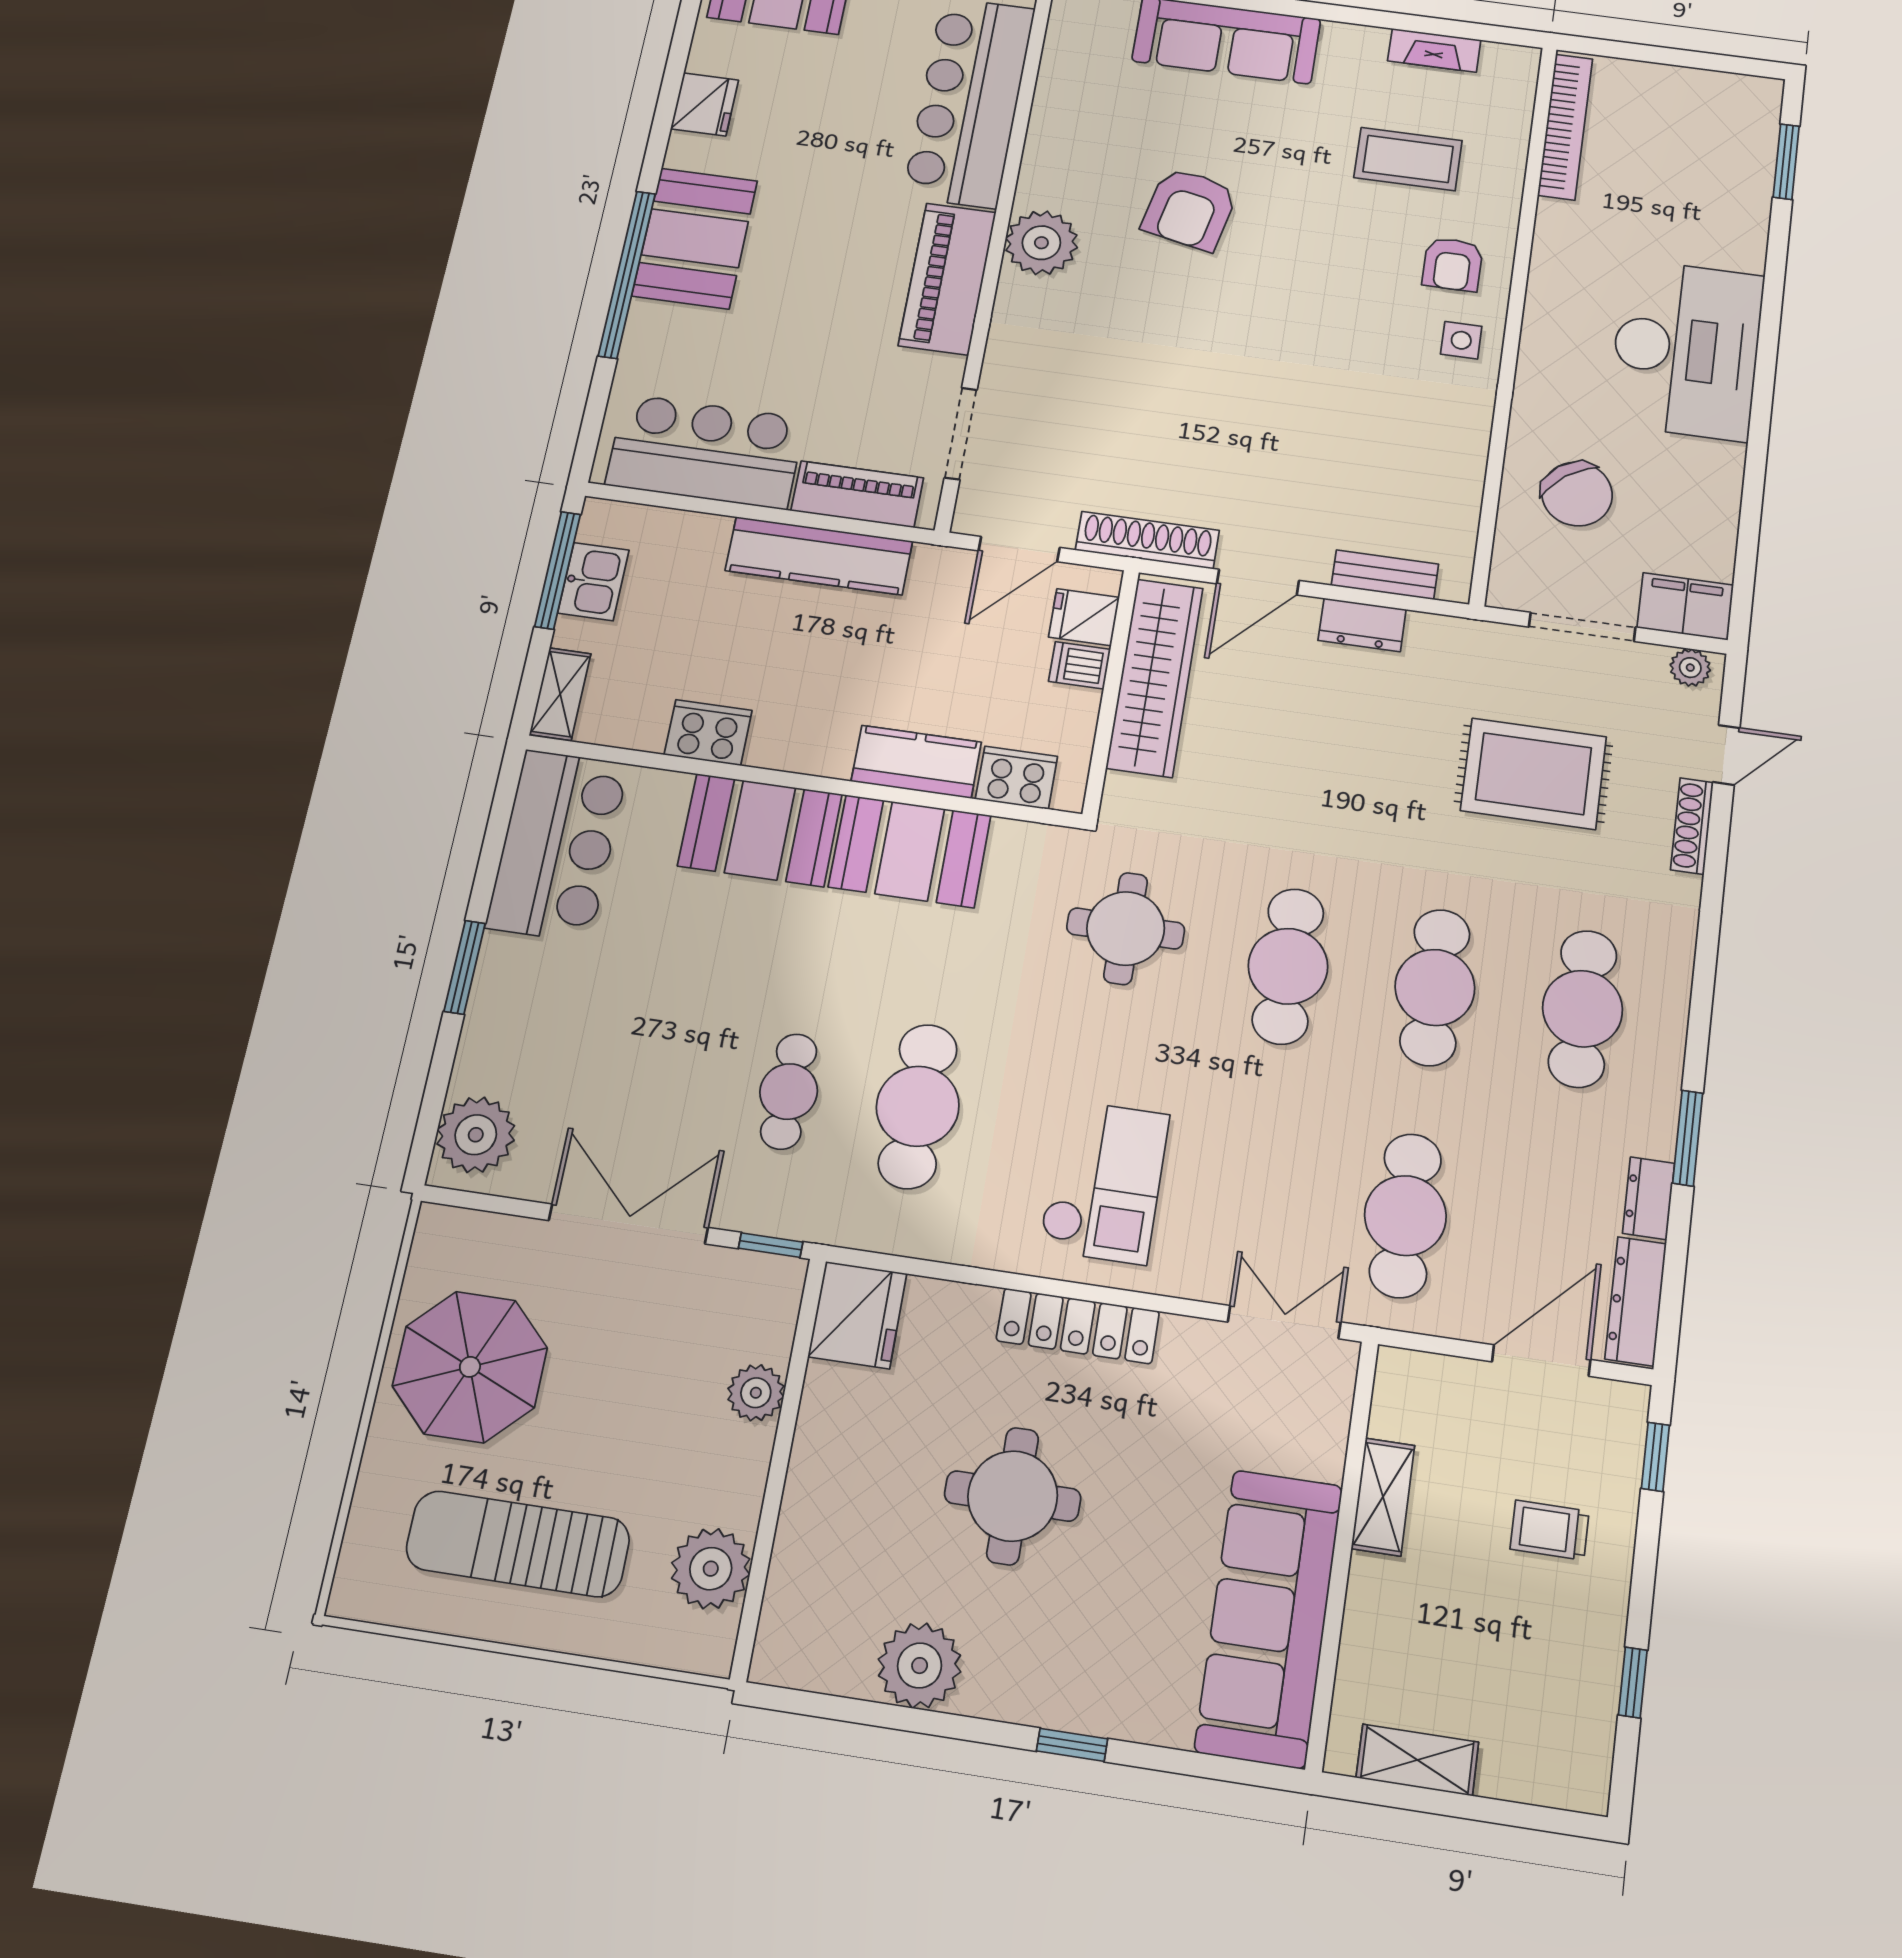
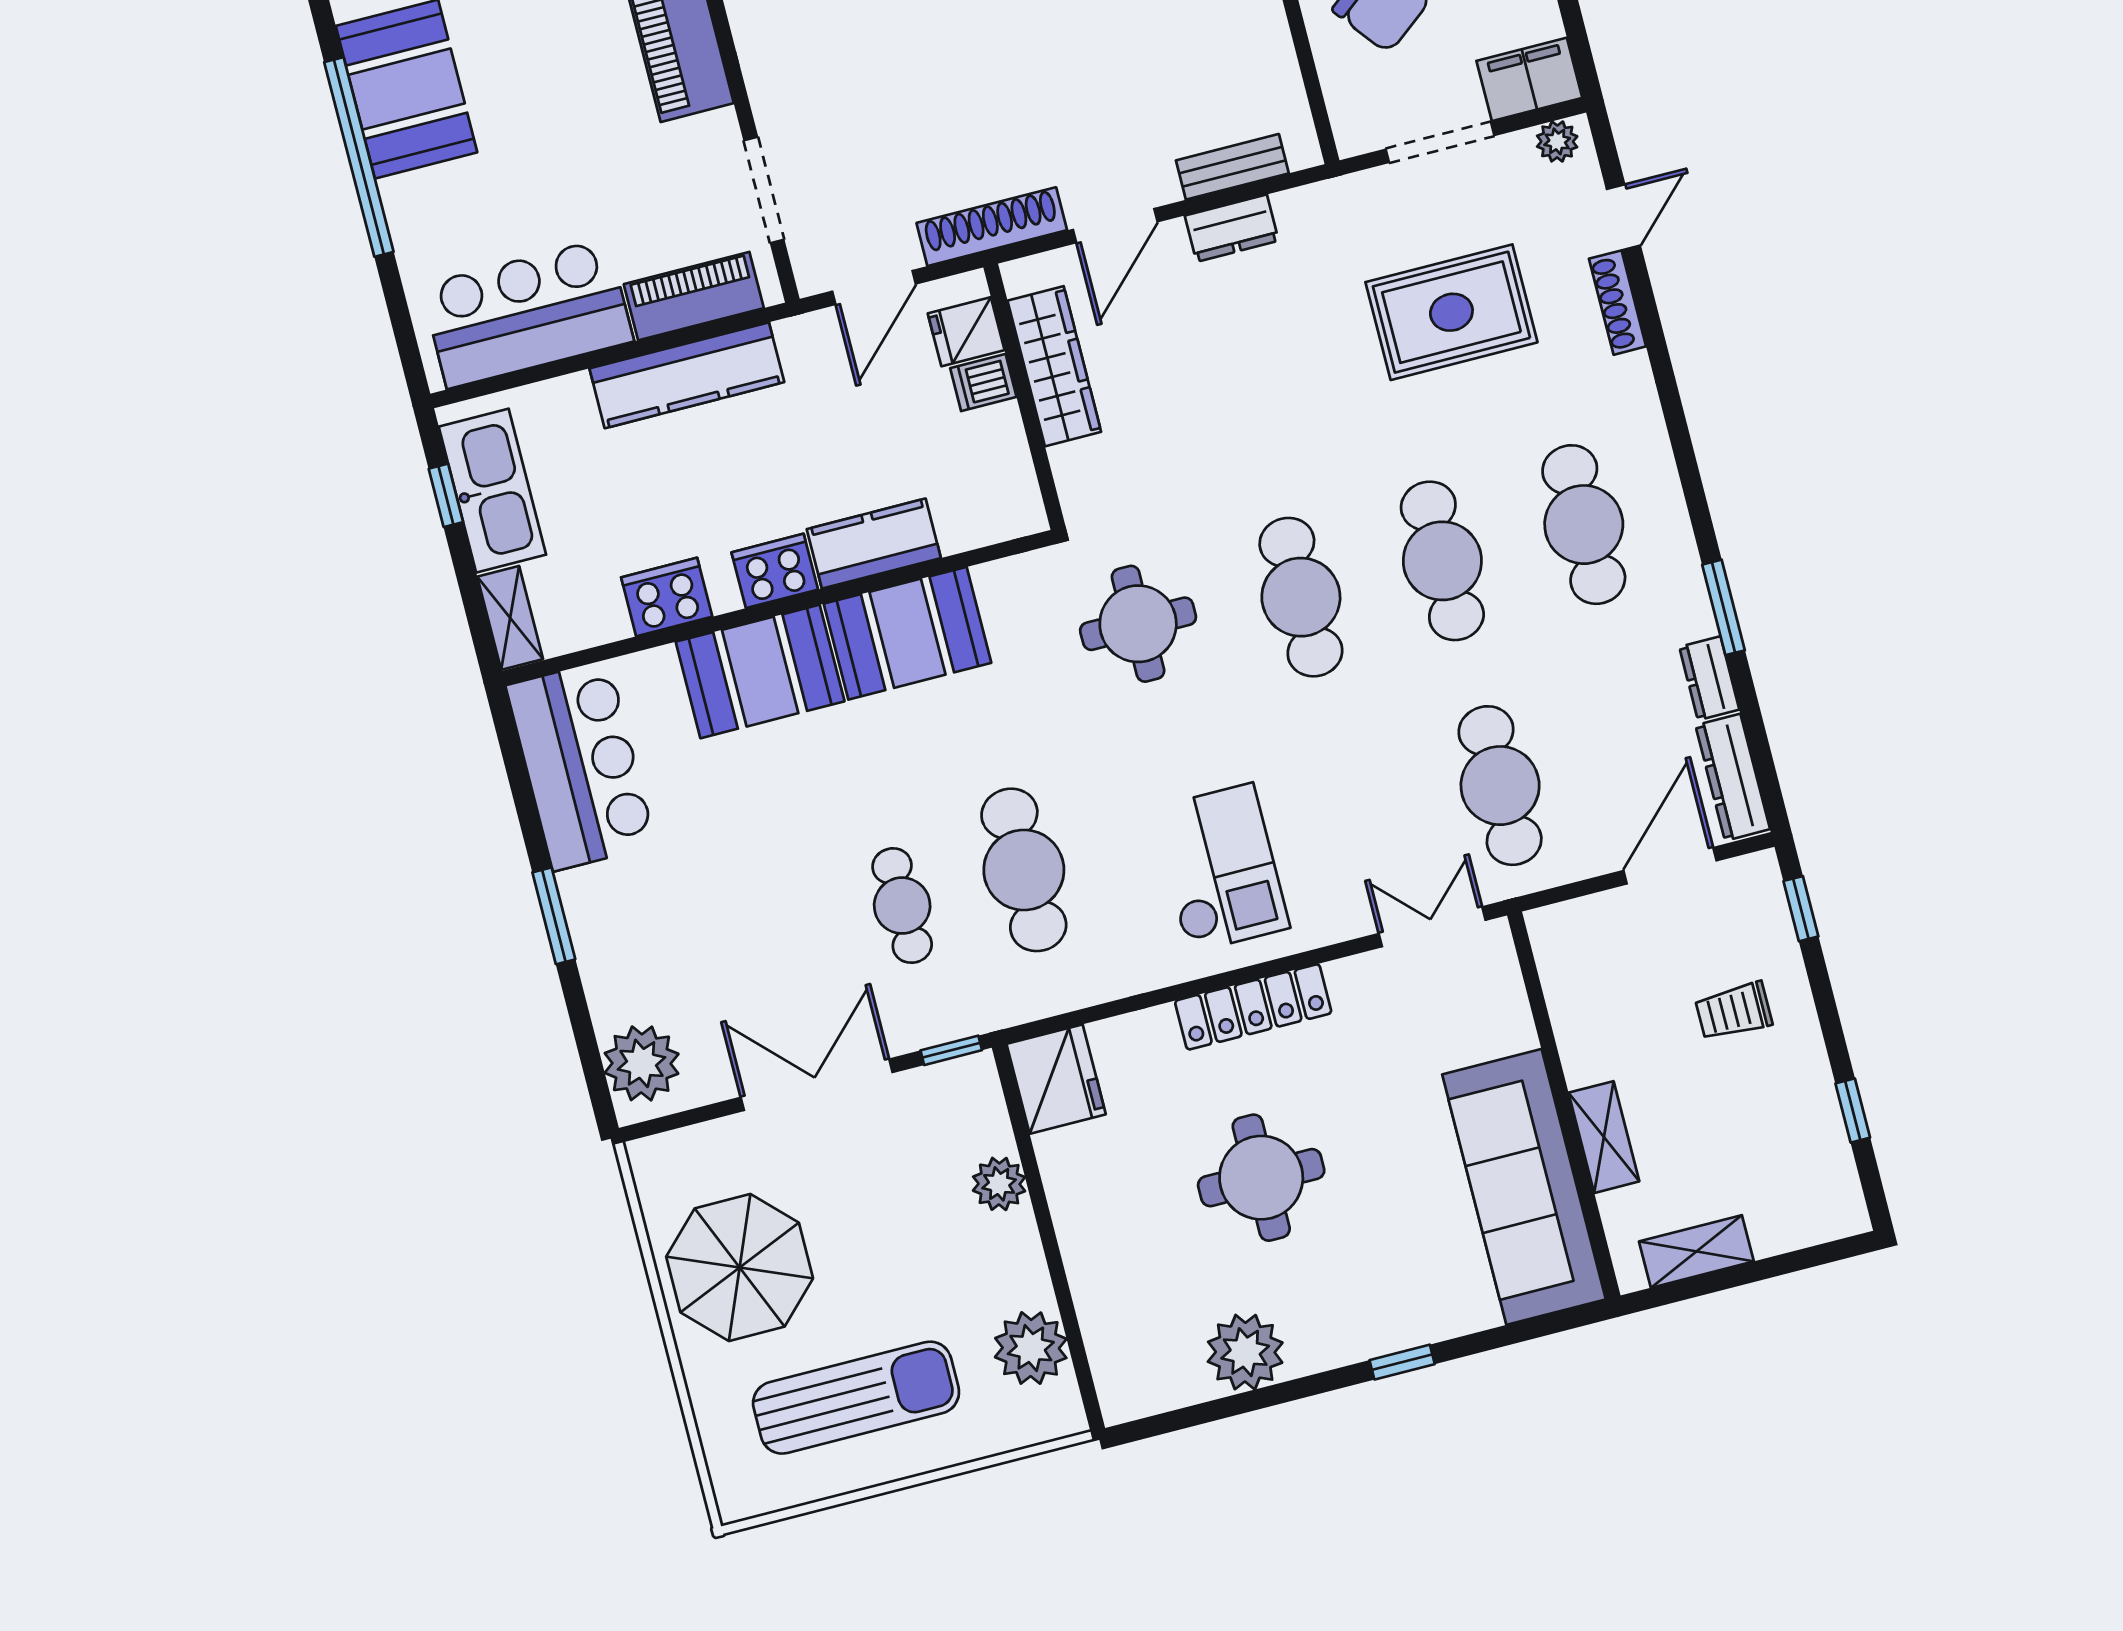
window: (558, 570) -> (446, 495), width x0.46
kitchen sink: (593, 582) -> (492, 491), width x1.87, depth x1.24
wardrobe: (1155, 678) -> (1054, 366), width x0.71, depth x0.85
cooker: (1016, 778) -> (775, 571), moved
shelving: (1383, 1497) -> (1604, 1137), moved
sun lounger: (518, 1544) -> (856, 1398), turned 180

